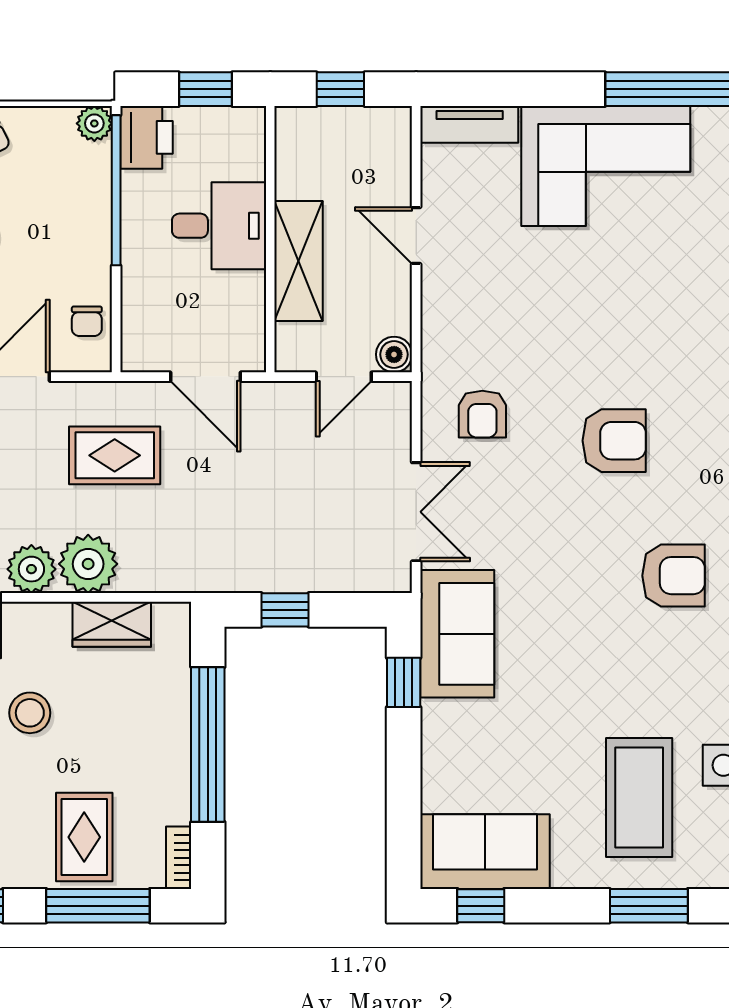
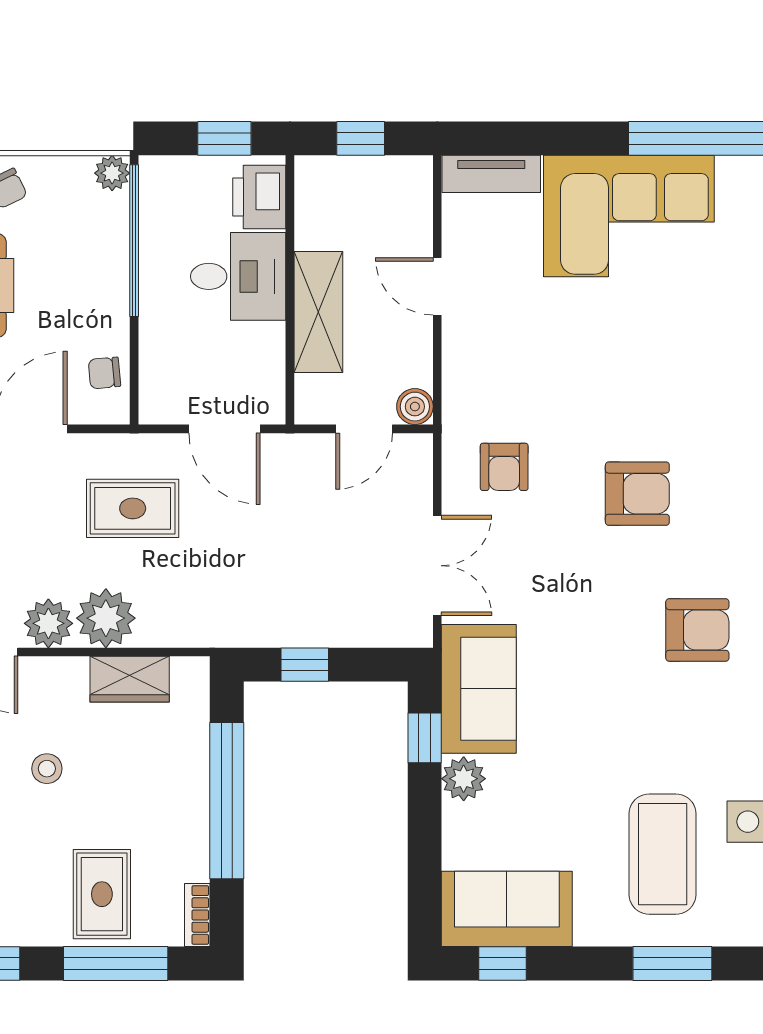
printer: (146, 137) -> (259, 197), moved, turned 180
chair: (87, 321) -> (104, 373), turned 85
stool: (30, 713) -> (47, 769), width x0.73, depth x0.73
plant: (442, 723) -> (464, 779), added

